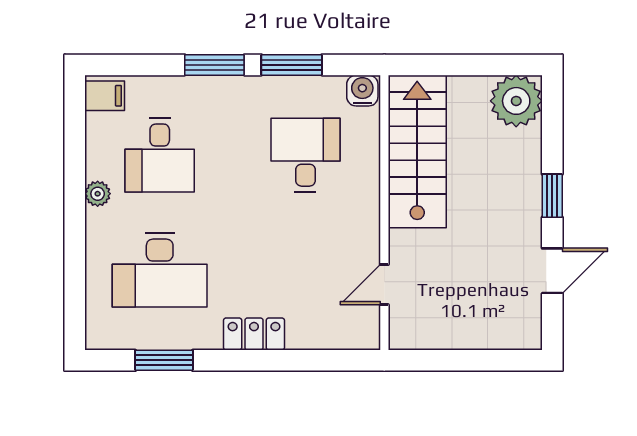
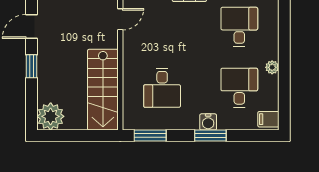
window: (292, 65) -> (150, 136), moved
water cooler: (362, 91) -> (208, 122), moved
desk: (160, 270) -> (239, 27), width x0.73

